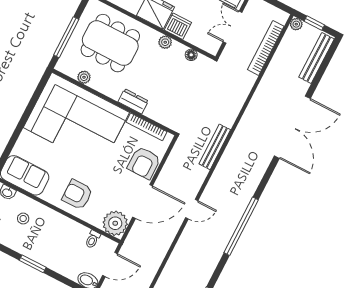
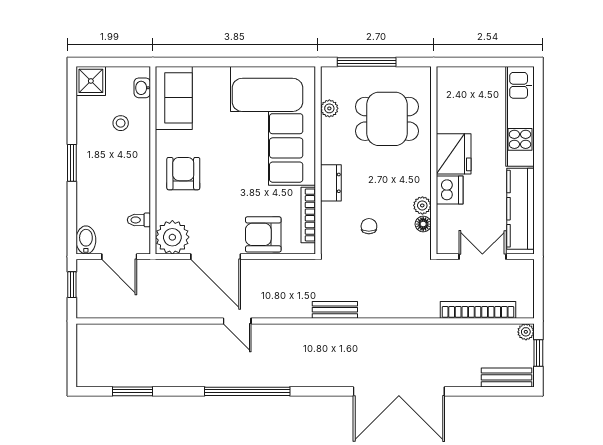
plant: (165, 42) -> (422, 205), moved
dining table: (110, 43) -> (387, 119), width x0.73
bench: (317, 58) -> (507, 377), width x0.73
chair: (174, 91) -> (369, 226), added
bench: (215, 147) -> (335, 310), width x0.73

